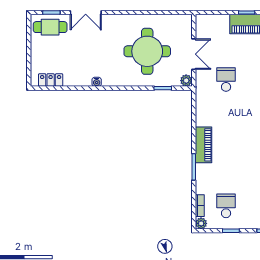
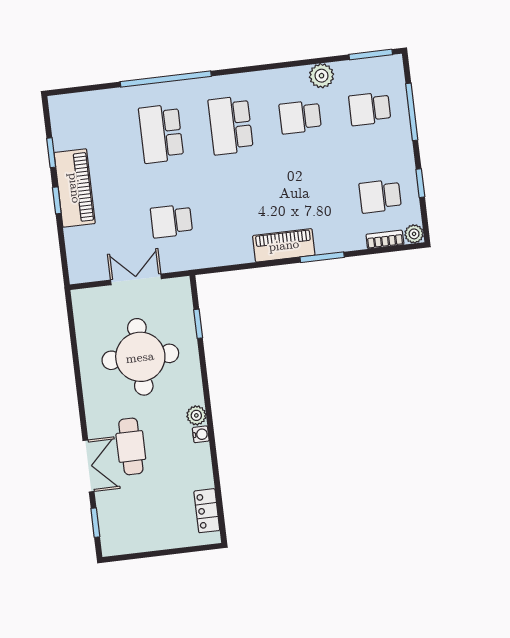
cafe table: (50, 27) -> (131, 446), moved
plant: (186, 81) -> (196, 415), moved

